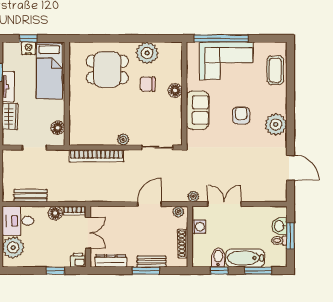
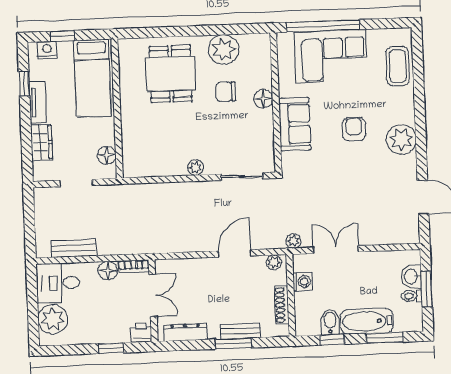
nightstand: (29, 48) -> (47, 50), moved
dining table: (107, 69) -> (171, 74), turned 90
bookcase: (97, 156) -> (161, 191), removed

